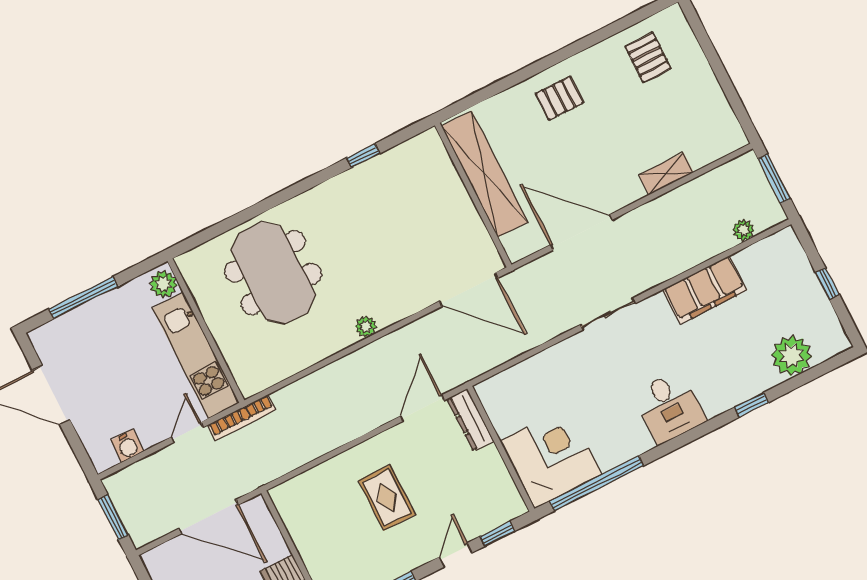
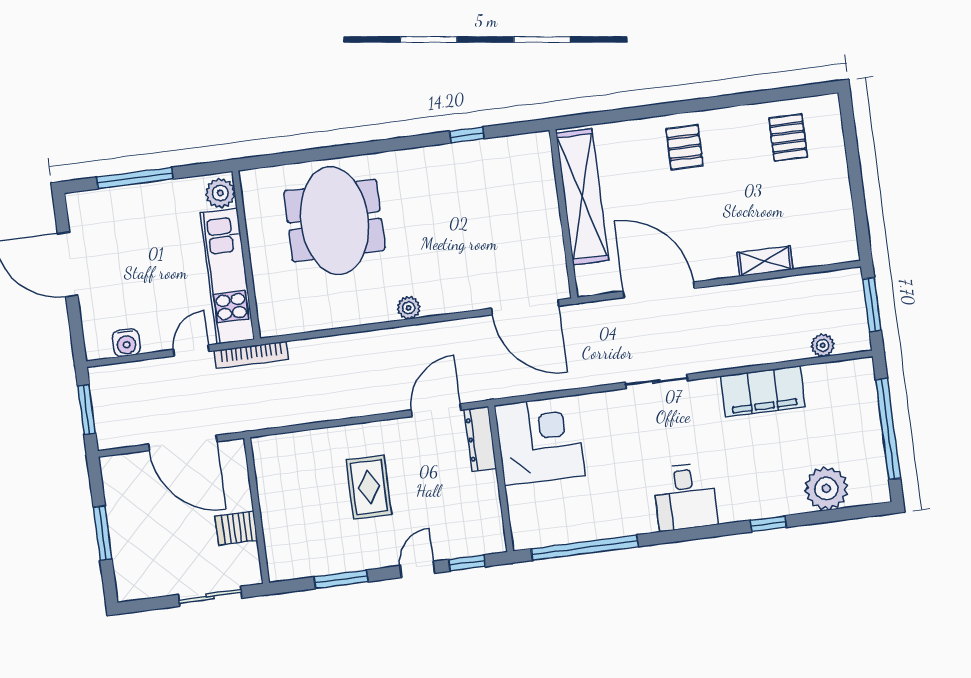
pallet: (559, 98) -> (684, 147), turned 90
window: (827, 284) -> (888, 429), width x3.17
corner desk: (551, 458) -> (540, 440), moved

